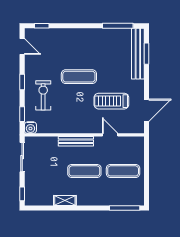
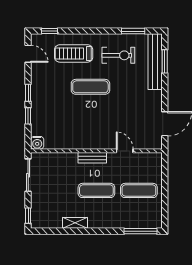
window: (118, 26) -> (133, 31), width x0.69
exercise bike: (43, 95) -> (118, 55), moved, turned 90
treadmill: (111, 101) -> (74, 53), moved
window: (22, 114) -> (28, 116), moved
bench: (76, 141) -> (92, 158), width x0.73

